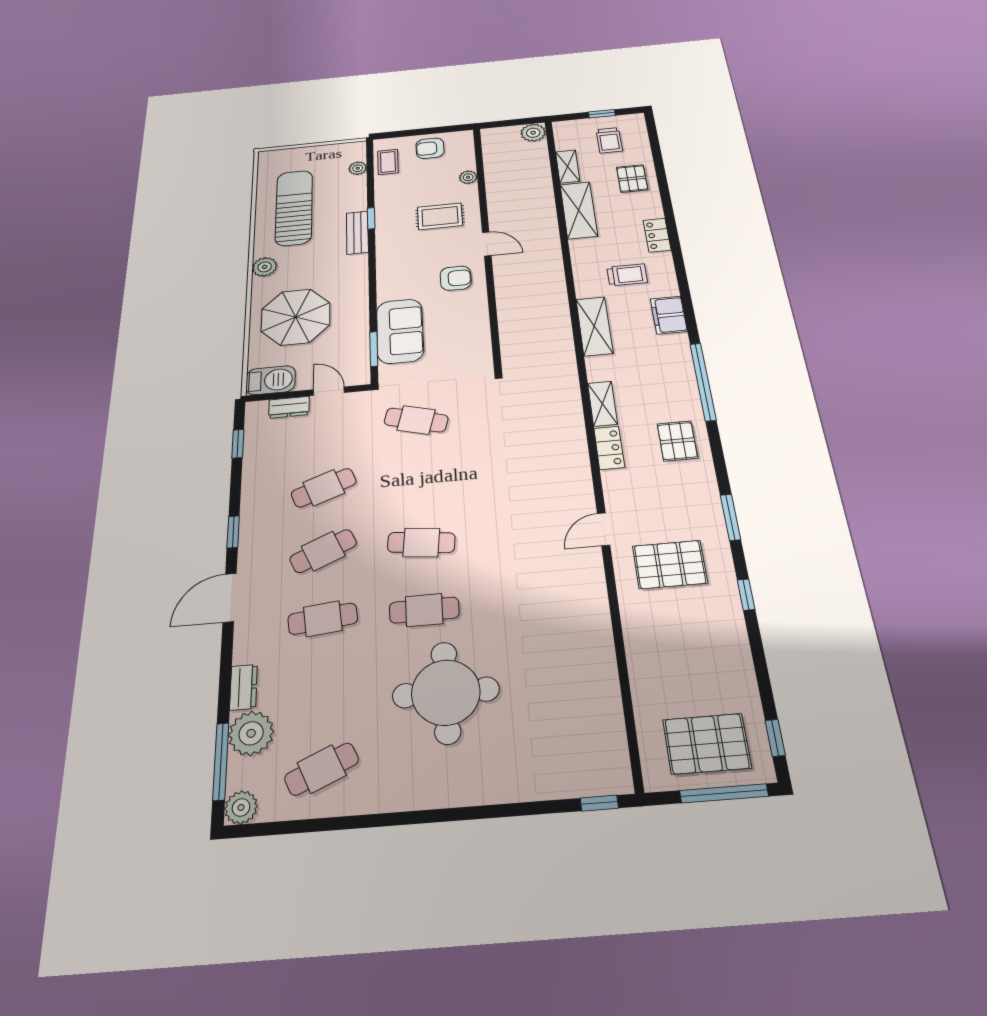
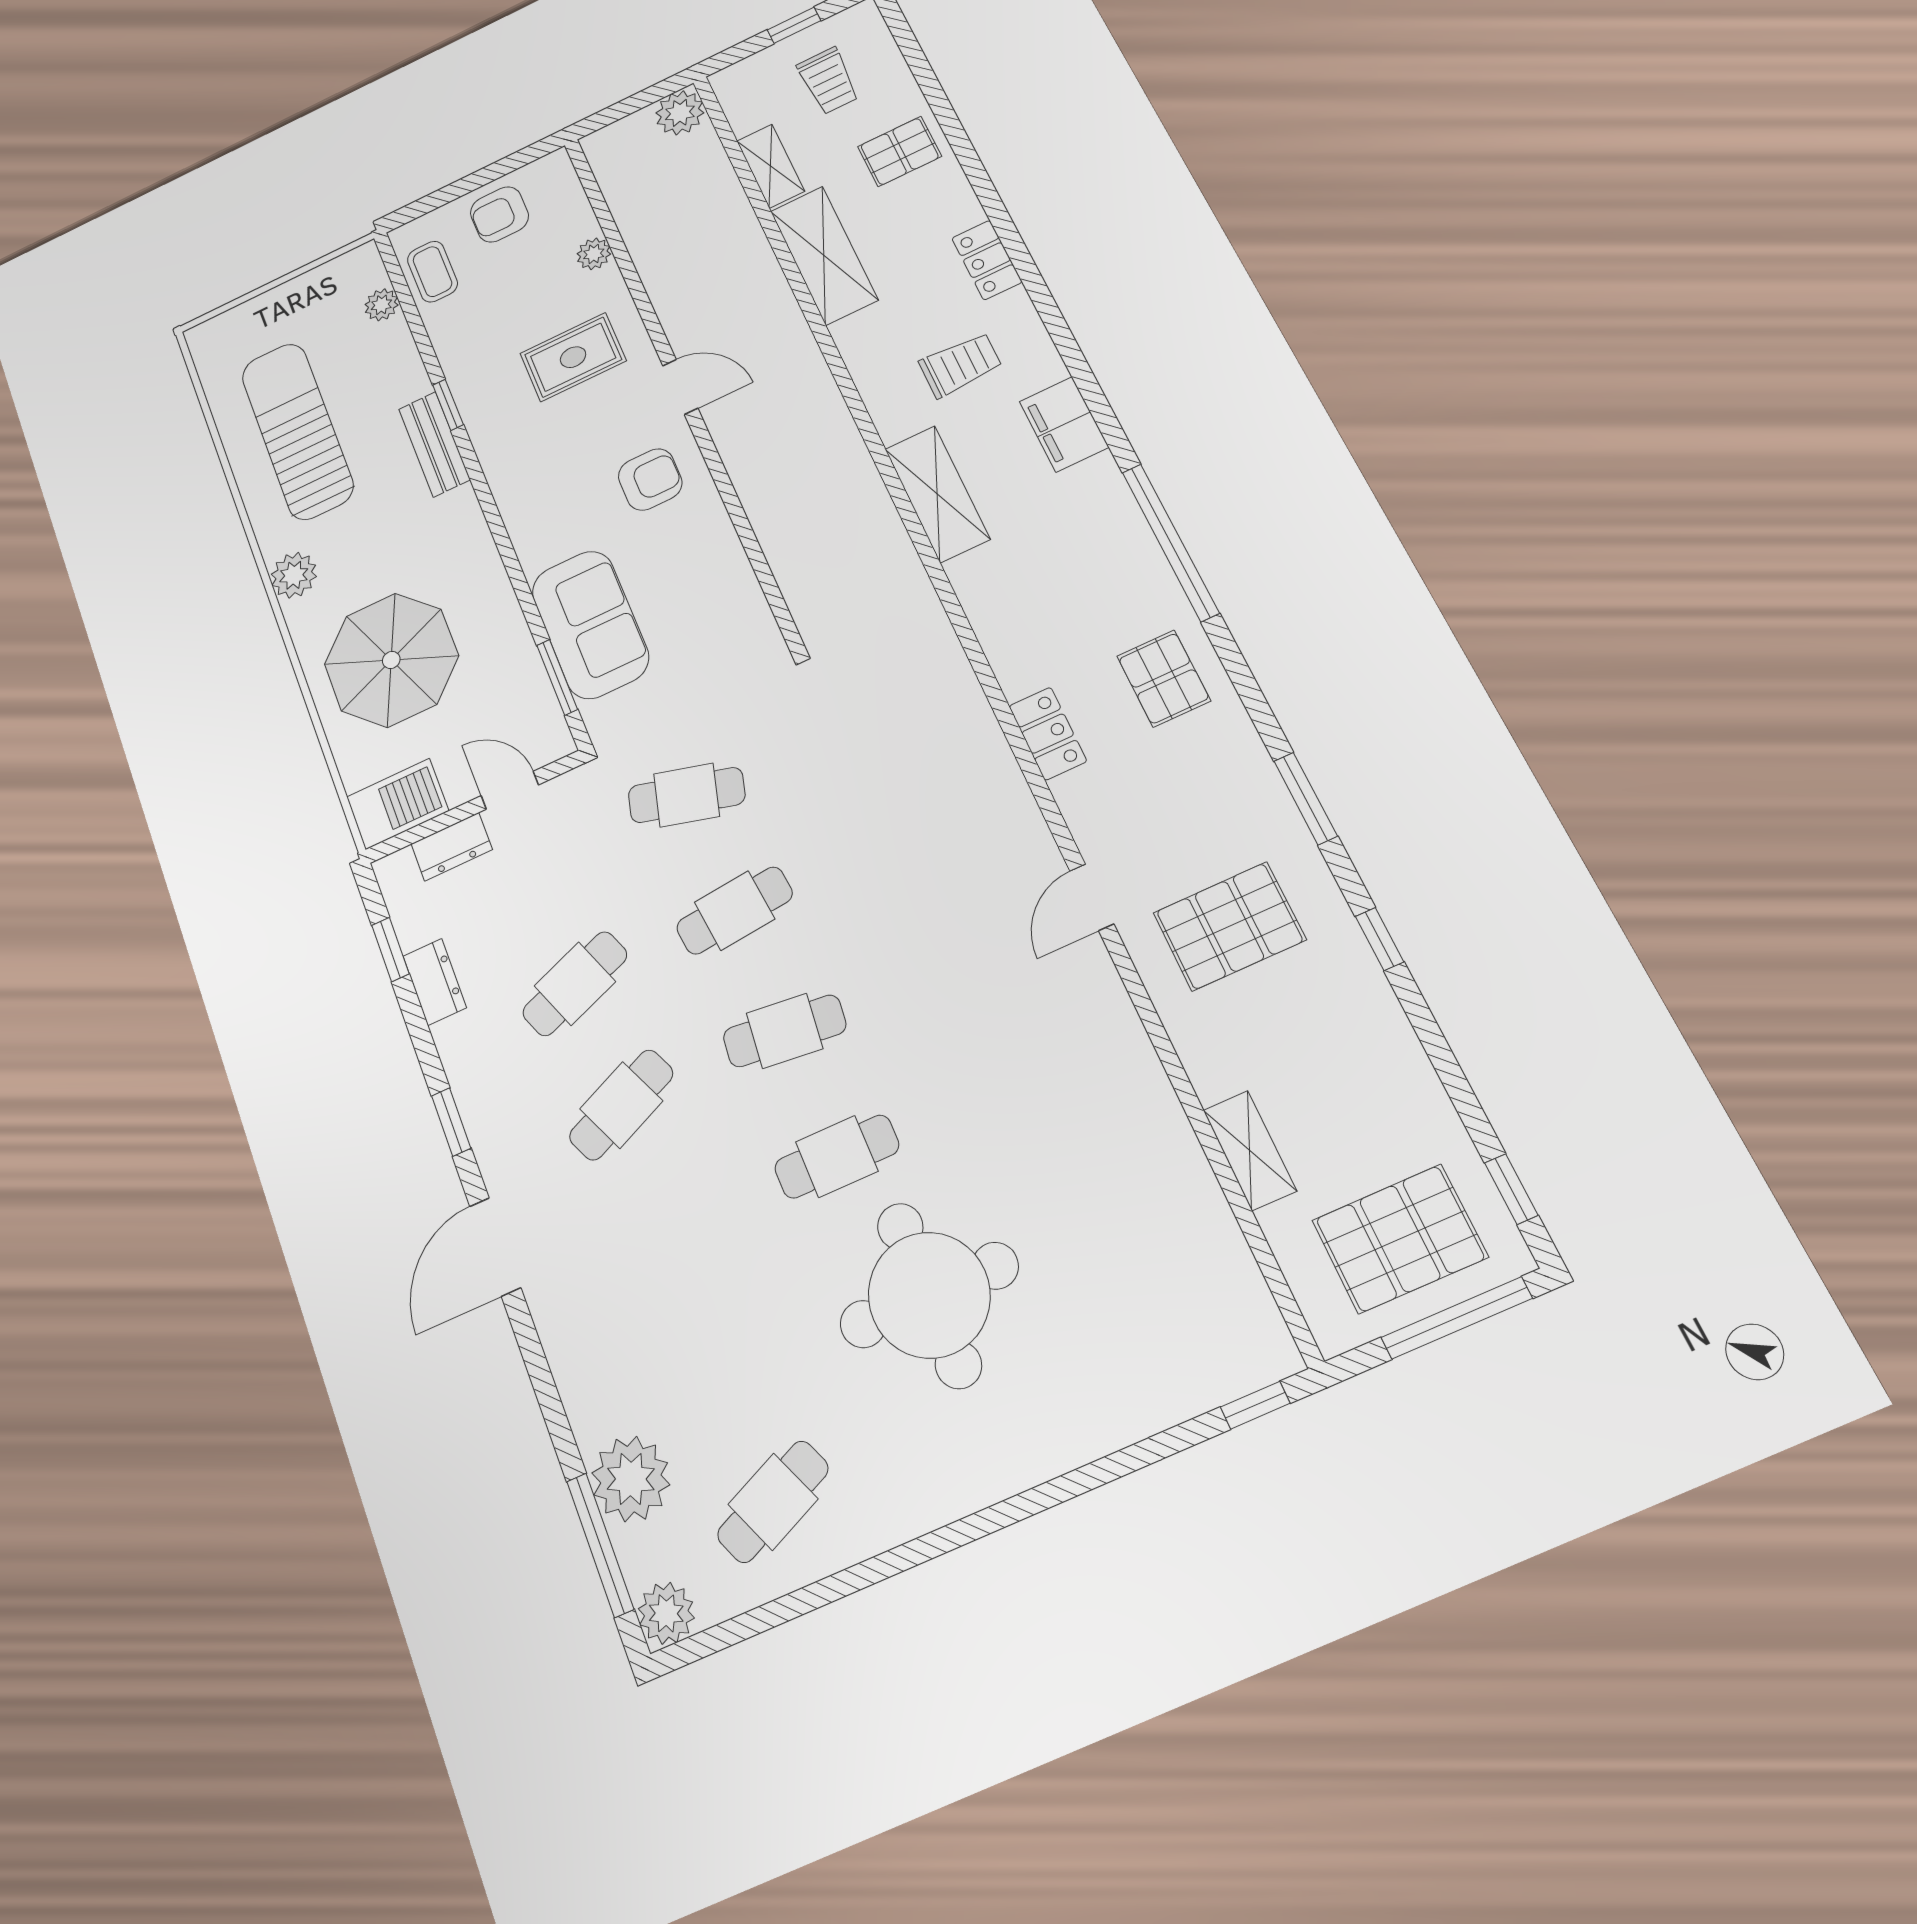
pallet: (632, 179) -> (900, 151), turned 90
shelving: (602, 404) -> (1250, 1150), moved
cafe table: (323, 619) -> (735, 911), moved
dresser: (243, 687) -> (435, 982), moved

